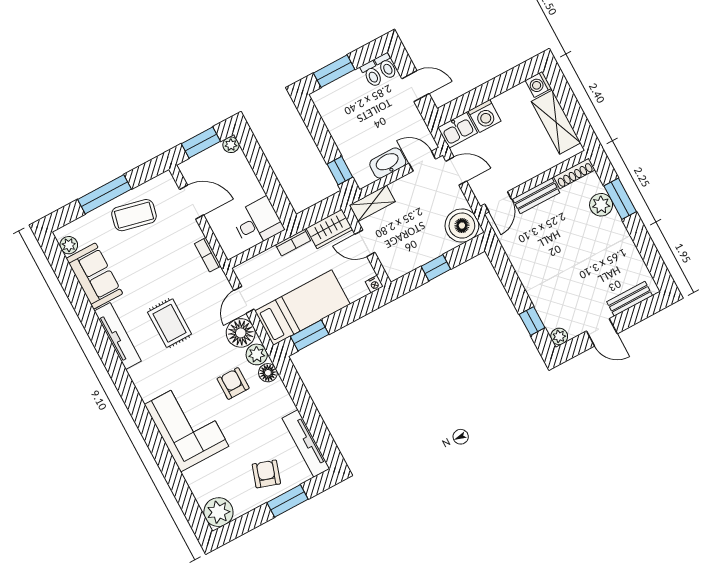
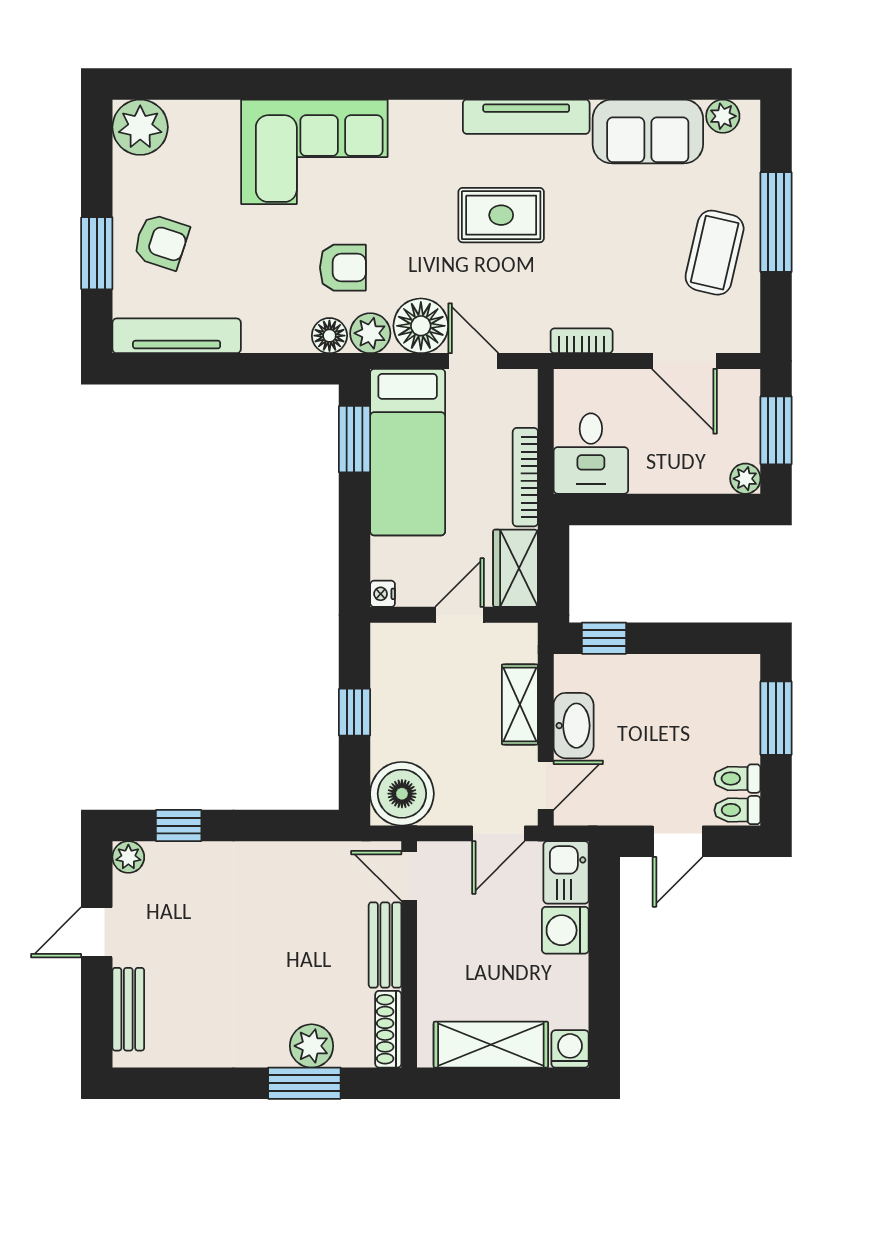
door: (192, 202) -> (684, 361), hinge flipped
shelving: (372, 203) -> (520, 704), moved
bookcase: (293, 243) -> (525, 477), width x1.56

